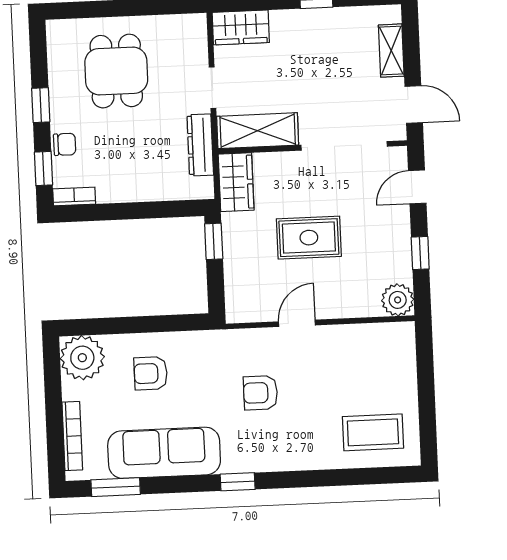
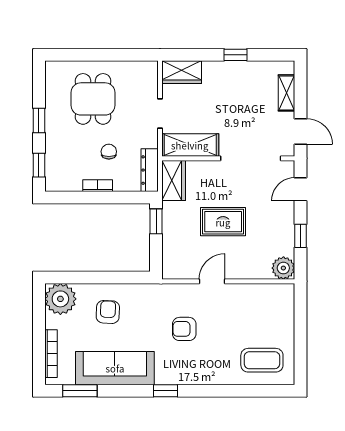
chair: (65, 144) -> (109, 152), moved, turned -90
dresser: (200, 145) -> (150, 170), moved
bookcase: (74, 196) -> (98, 186), moved
armchair: (151, 373) -> (108, 312), turned 93

